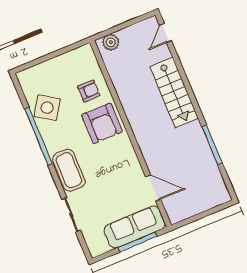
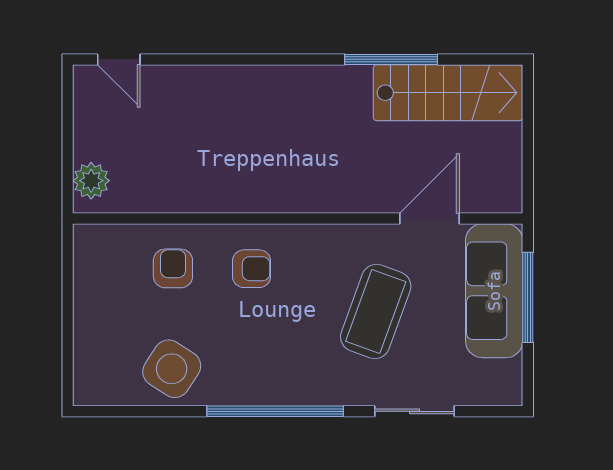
stairs: (174, 92) -> (448, 93), moved
armchair: (102, 123) -> (252, 269), width x0.53, depth x0.53
window: (39, 136) -> (275, 411), moved
coffee table: (69, 170) -> (376, 311), moved, turned -70

